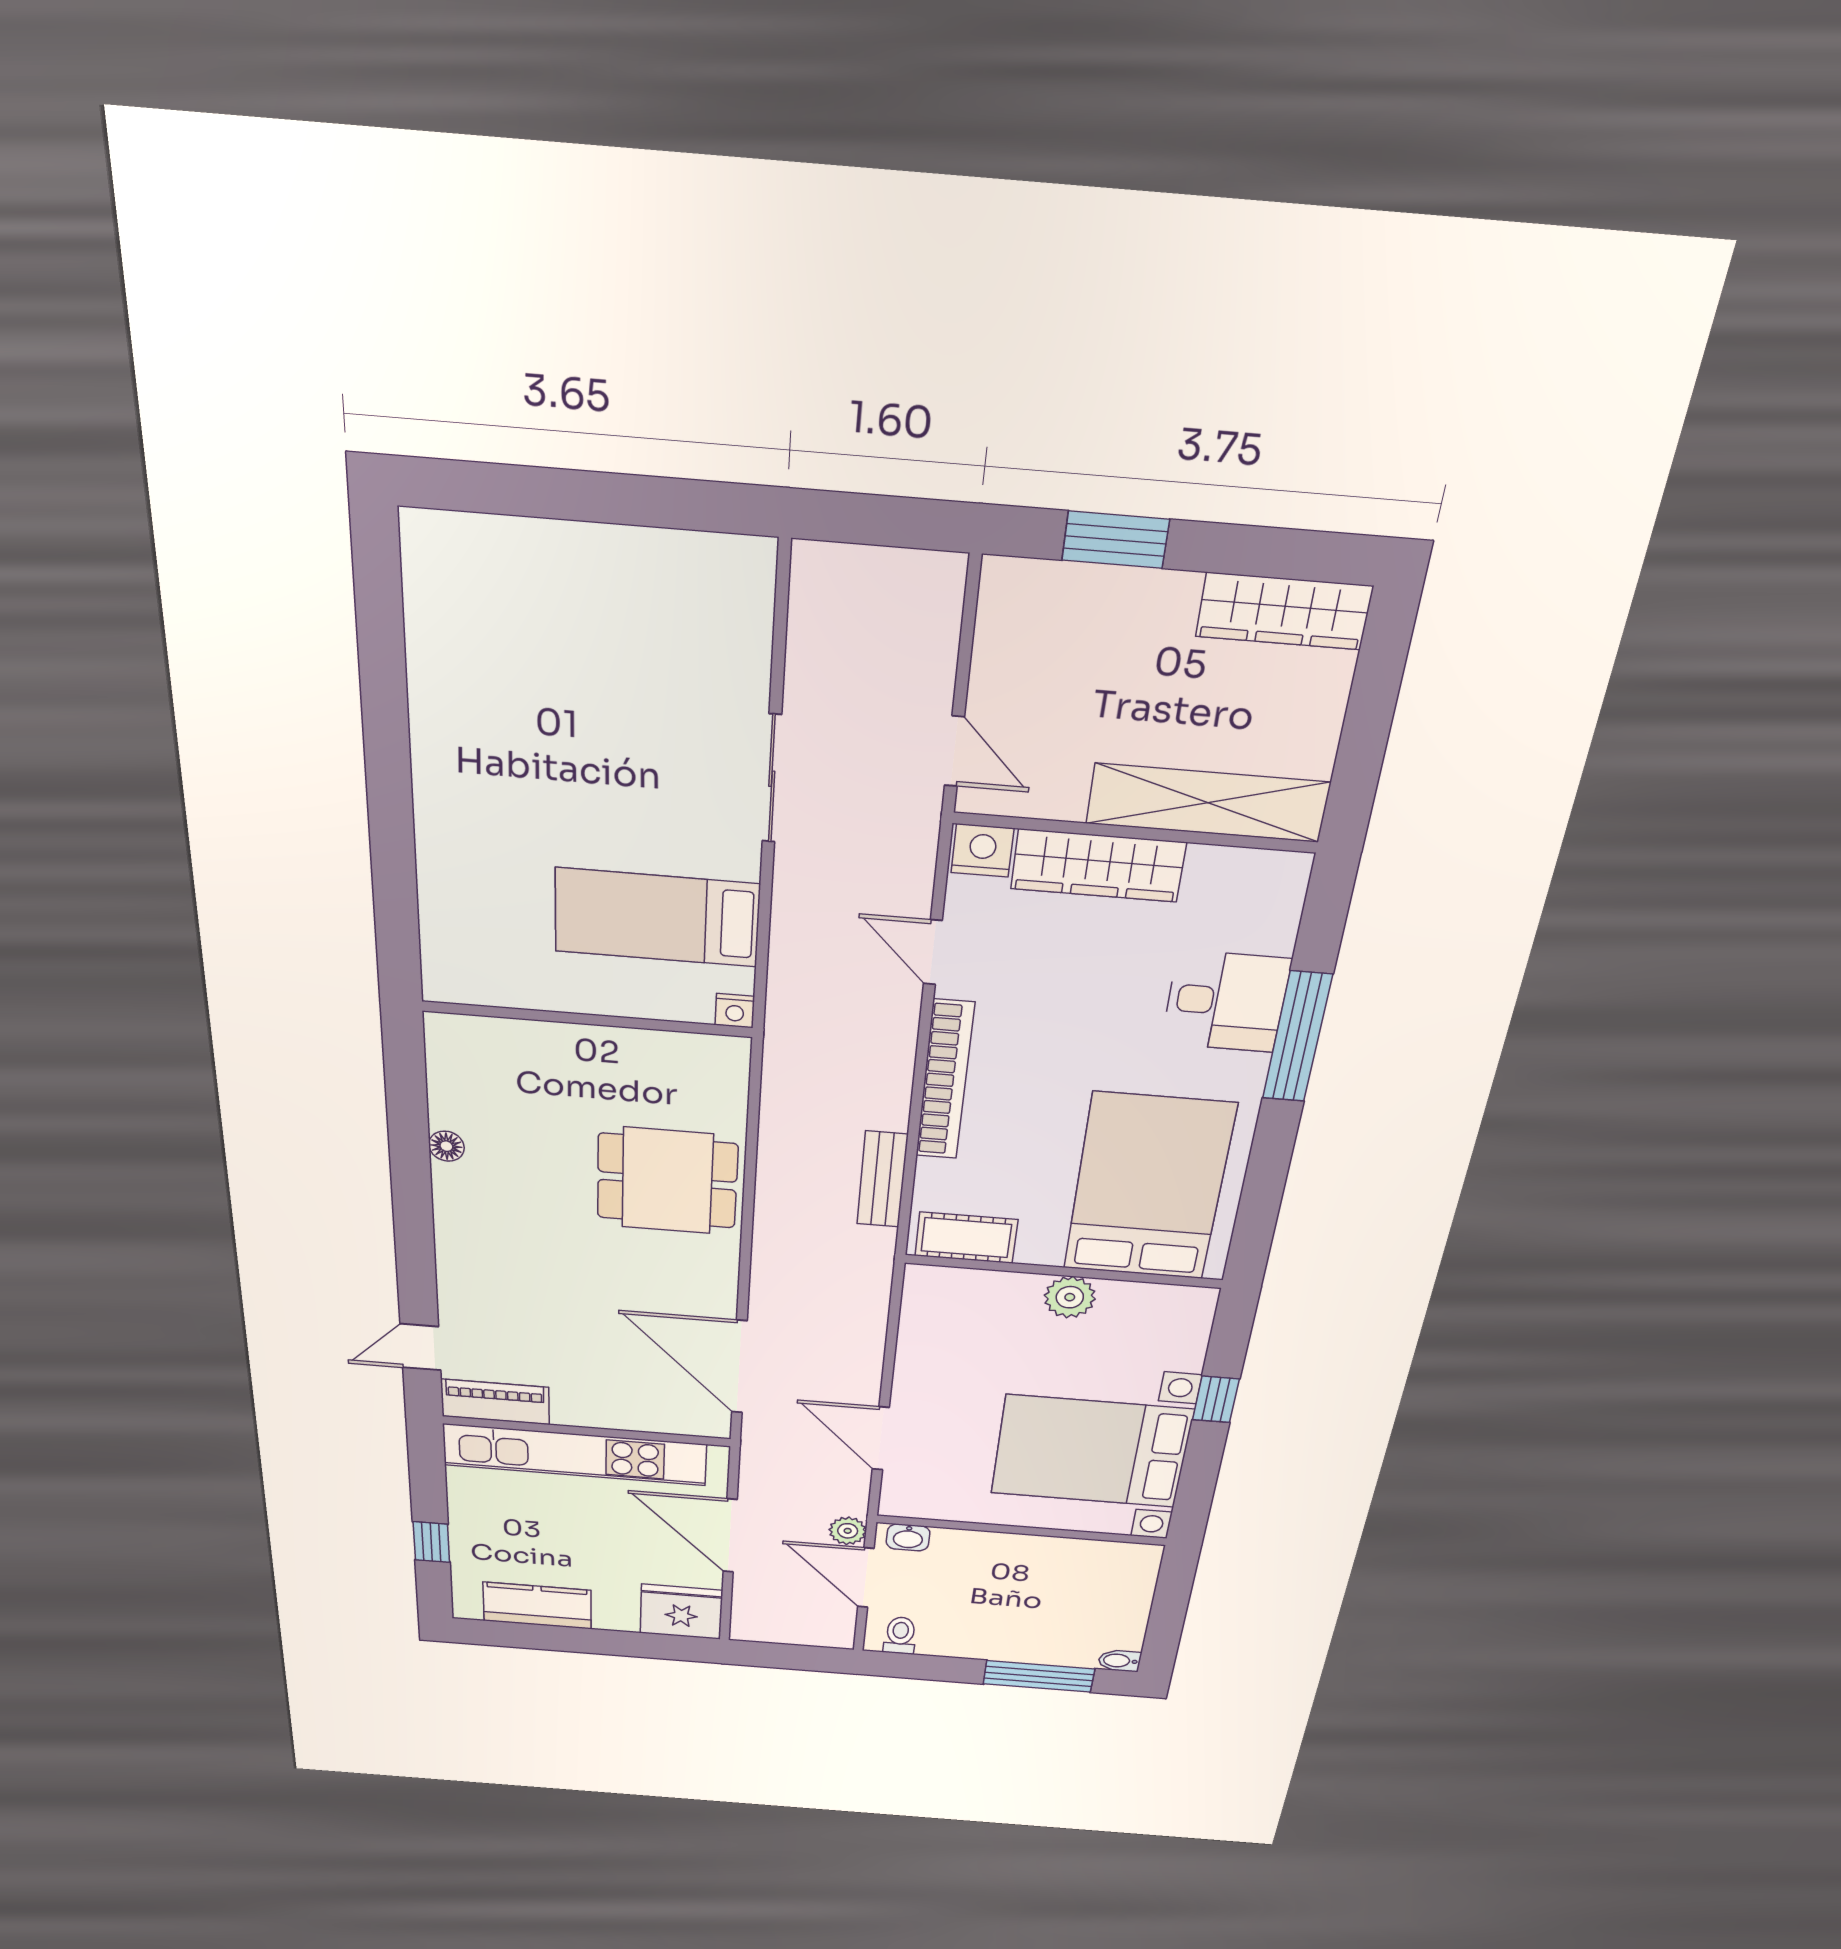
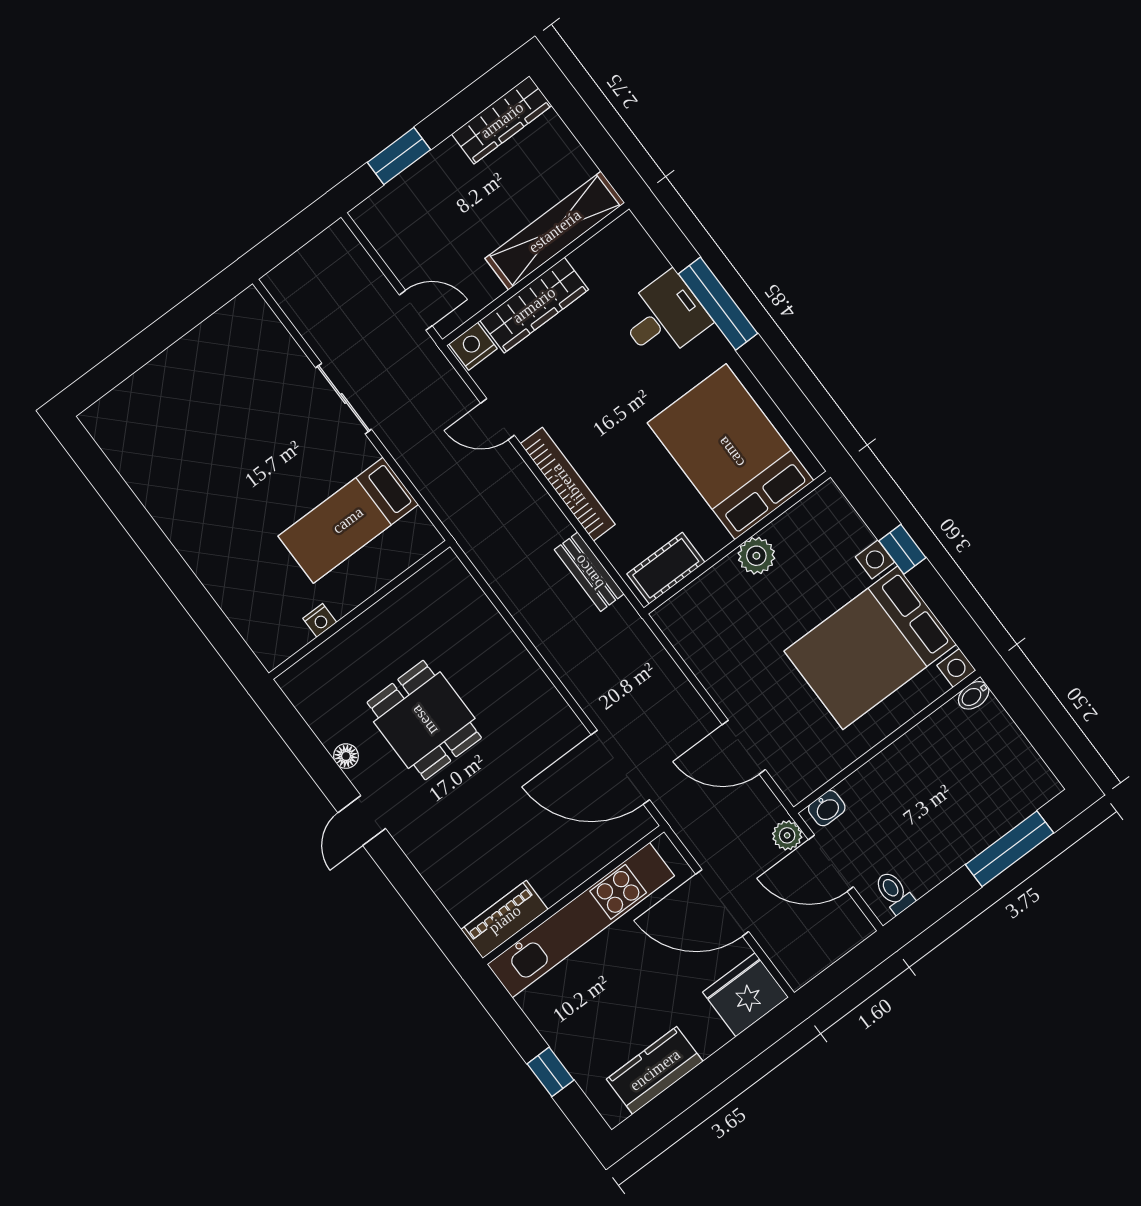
nightstand: (735, 1011) -> (320, 620), moved
dining table: (667, 1181) -> (424, 720), moved, turned 90
door: (420, 1347) -> (362, 821), moved
bidet: (1119, 1661) -> (974, 695), moved

